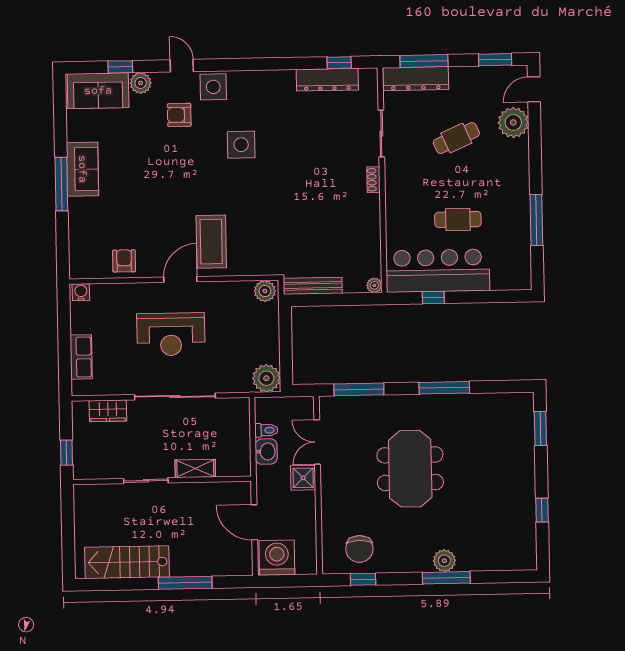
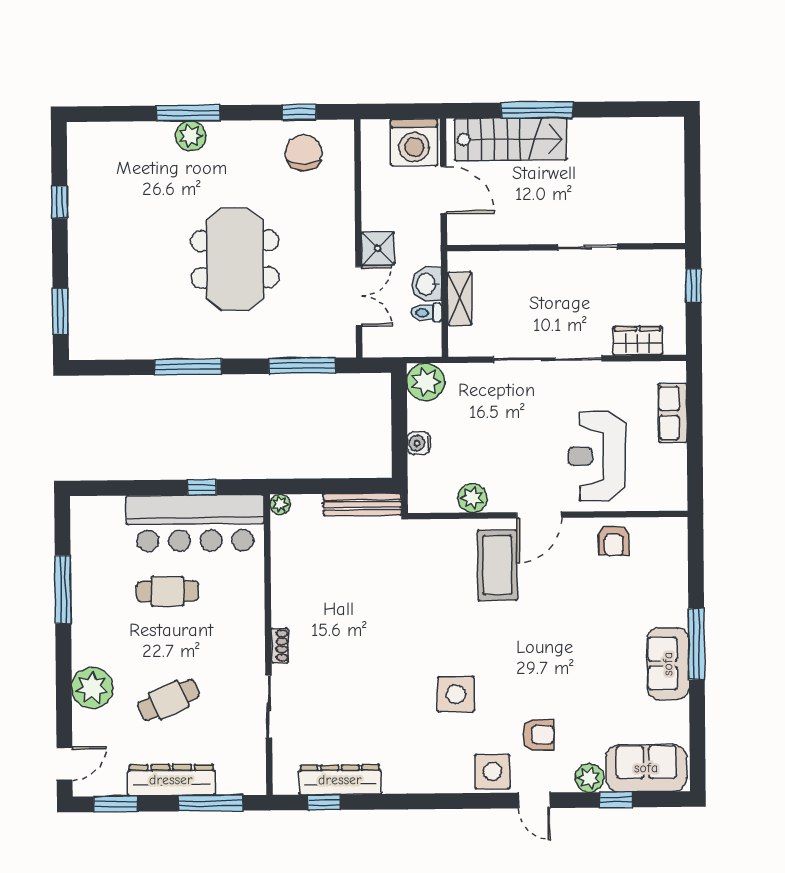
dresser: (416, 79) -> (171, 780), moved
plant: (513, 122) -> (92, 688), moved
plant: (265, 291) -> (472, 498), moved
water cooler: (81, 292) -> (419, 443), moved, turned 90
reception desk: (171, 334) -> (597, 456), moved, turned -90
shelving: (195, 468) -> (460, 299), moved, turned 90
stairs: (127, 562) -> (511, 139), moved

